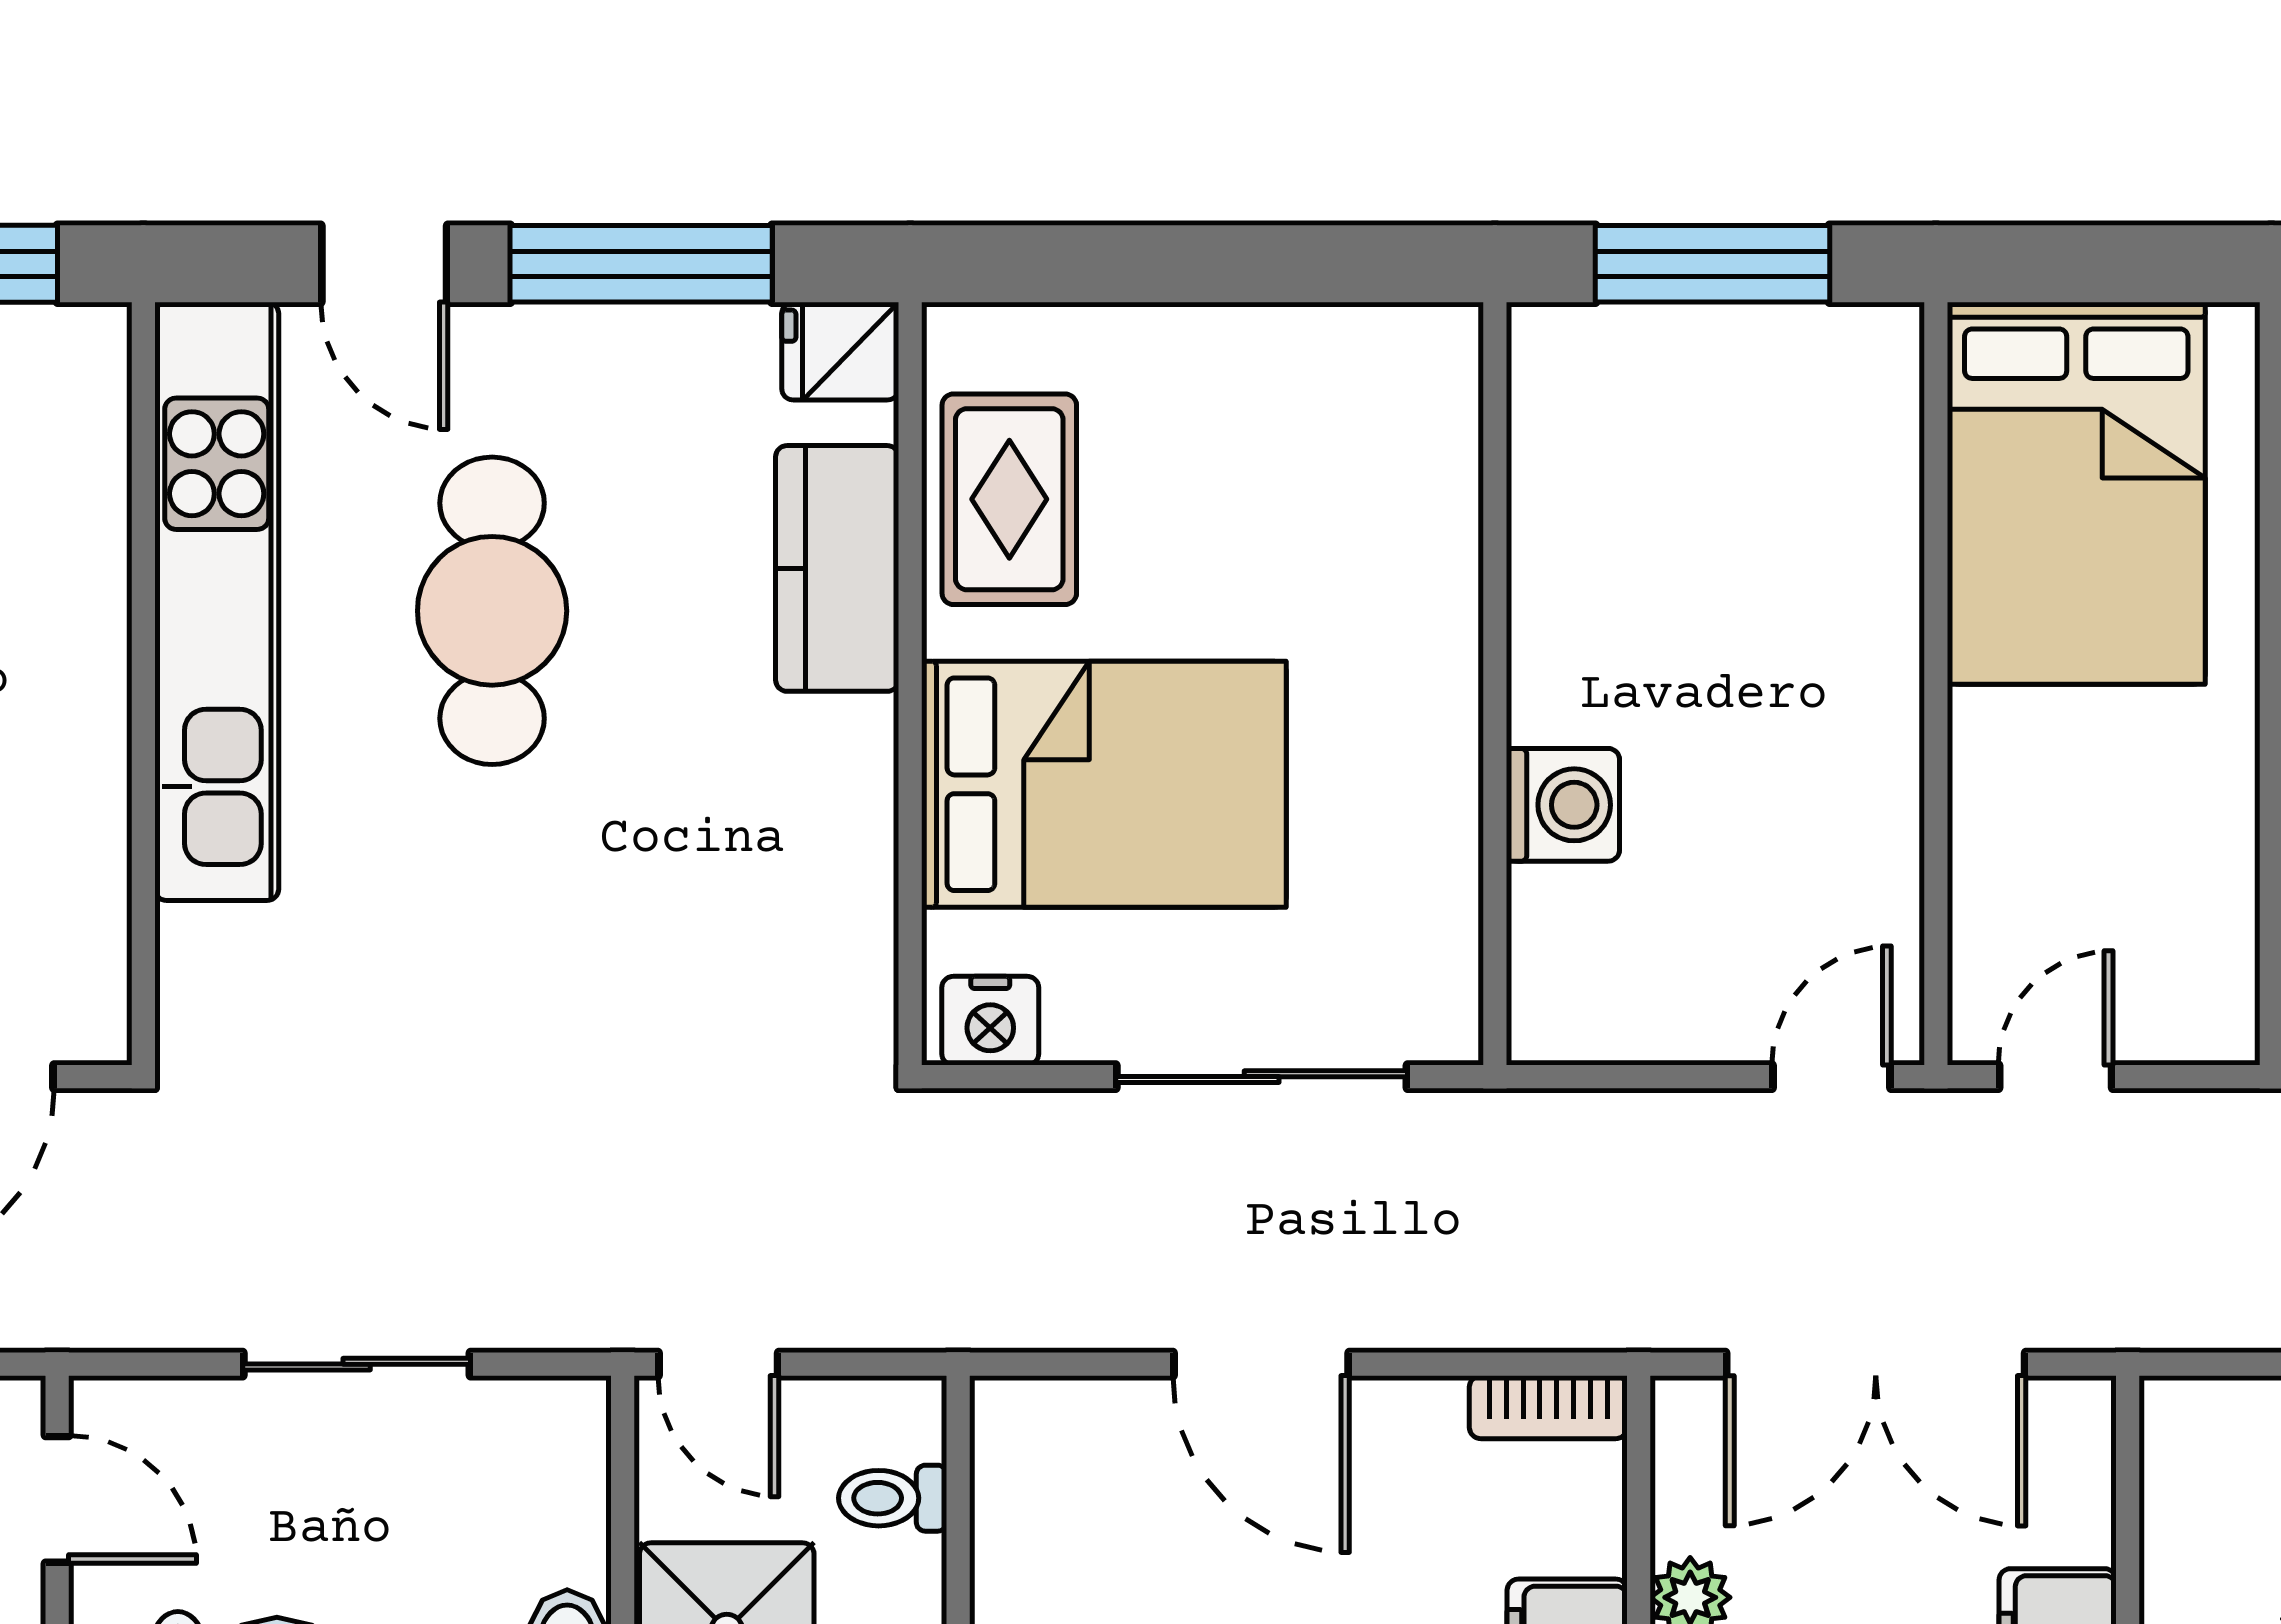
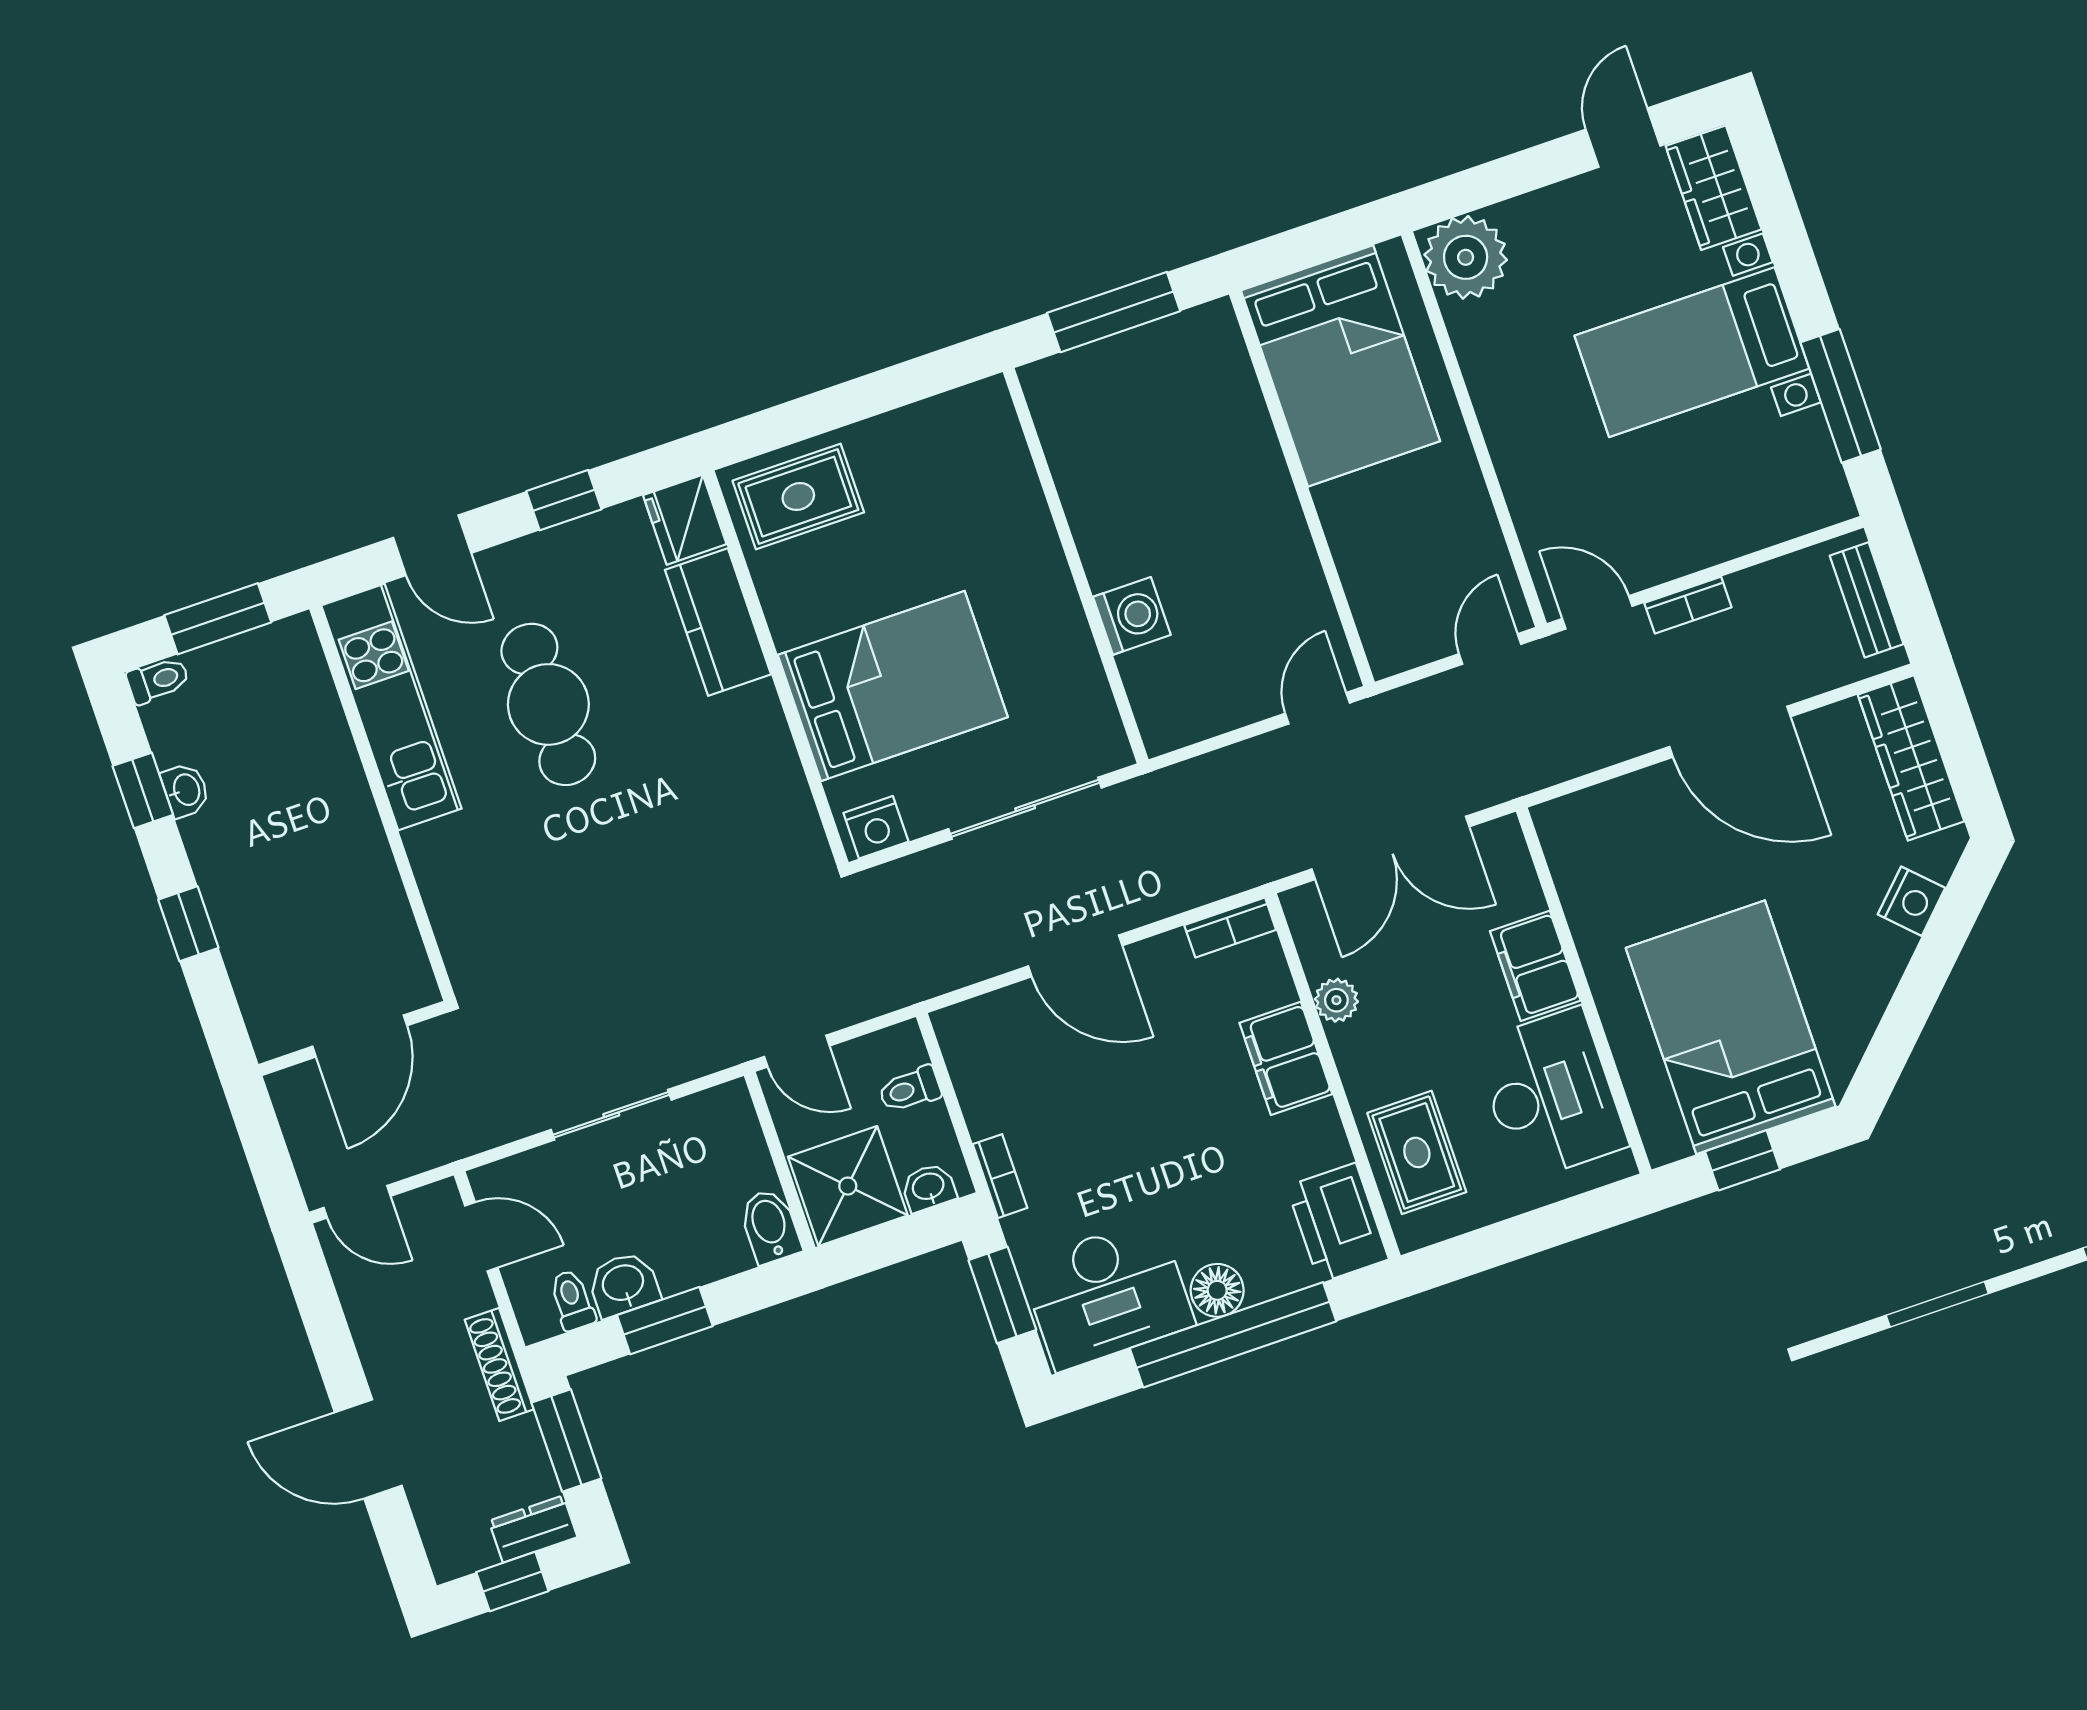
window: (641, 264) -> (564, 500), width x0.46
fridge: (840, 351) -> (685, 520), width x1.38
rug: (1009, 499) -> (798, 497), moved, turned 90
kitchen unit: (217, 601) -> (391, 707), width x0.73
door: (2056, 1077) -> (1490, 649), moved

